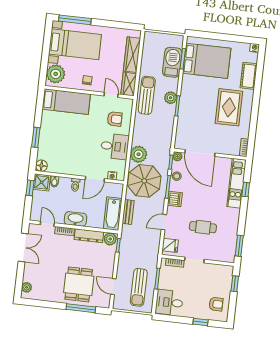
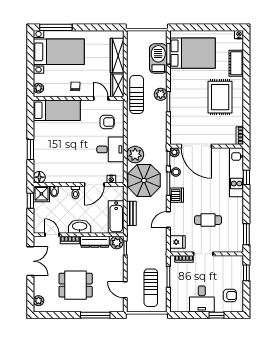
plant: (56, 74) -> (38, 88), width x0.53, depth x0.53
dining table: (79, 284) -> (76, 285), moved, turned 90
desk: (169, 302) -> (202, 299), moved, turned -90

